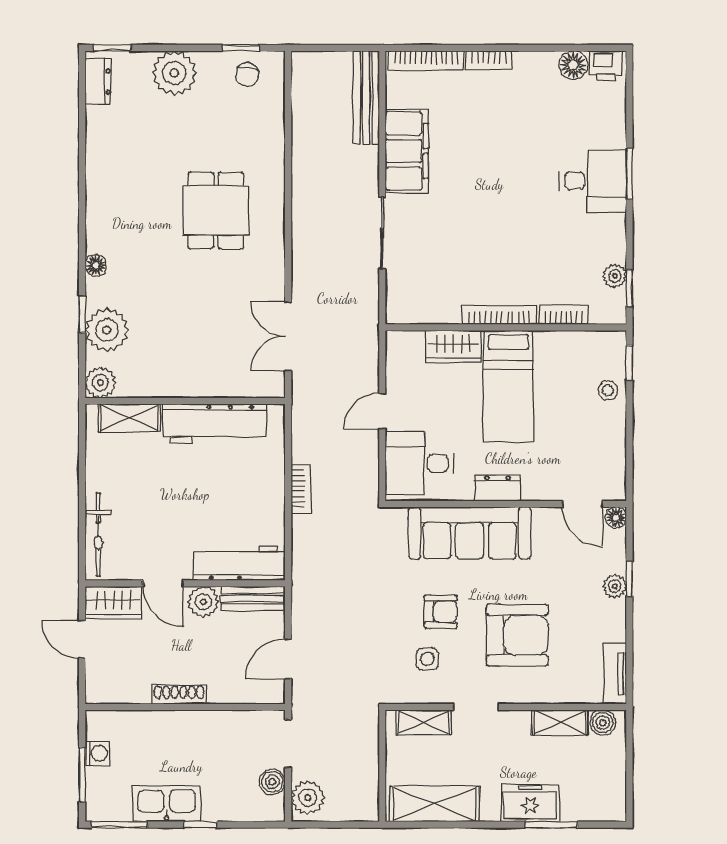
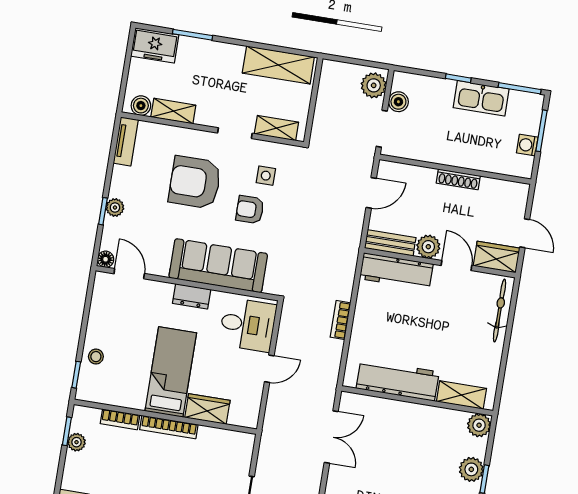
plant: (107, 330) -> (471, 469), width x0.73, depth x0.73
freezer: (530, 803) -> (155, 45), moved

